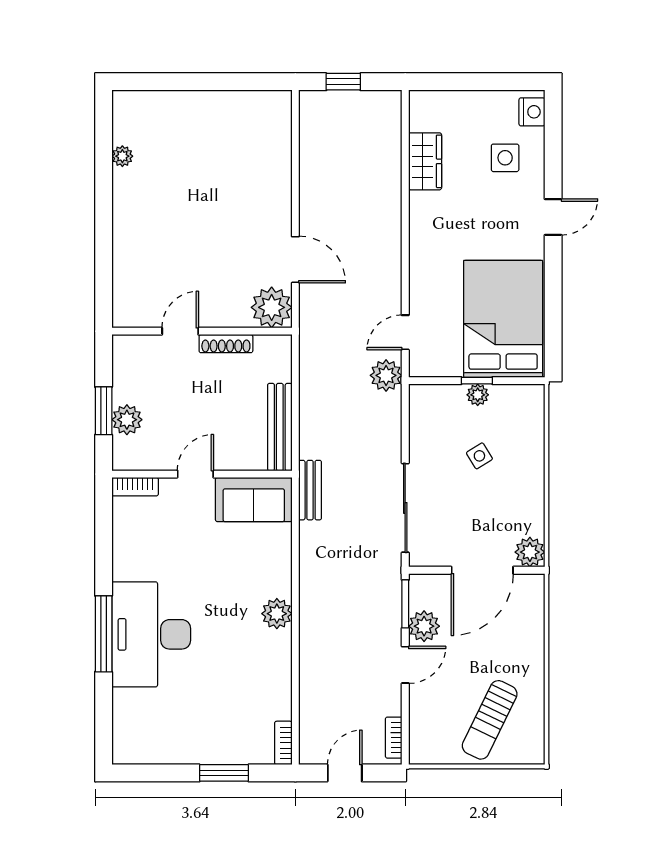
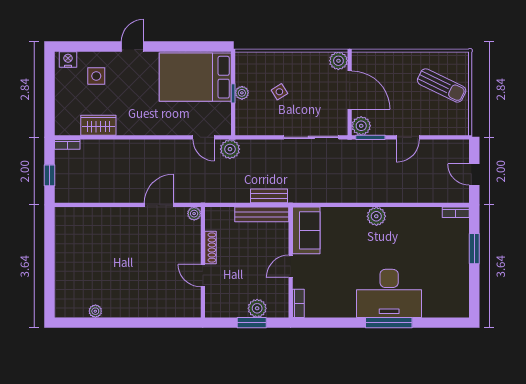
door: (553, 217) -> (133, 47), hinge flipped
plant: (272, 307) -> (194, 214), width x0.53, depth x0.53
door: (195, 474) -> (291, 266), hinge flipped
bench: (310, 490) -> (269, 196), moved
plant: (424, 626) -> (361, 126), moved
door: (405, 665) -> (408, 137), swing flipped
bookcase: (394, 738) -> (67, 144), moved

